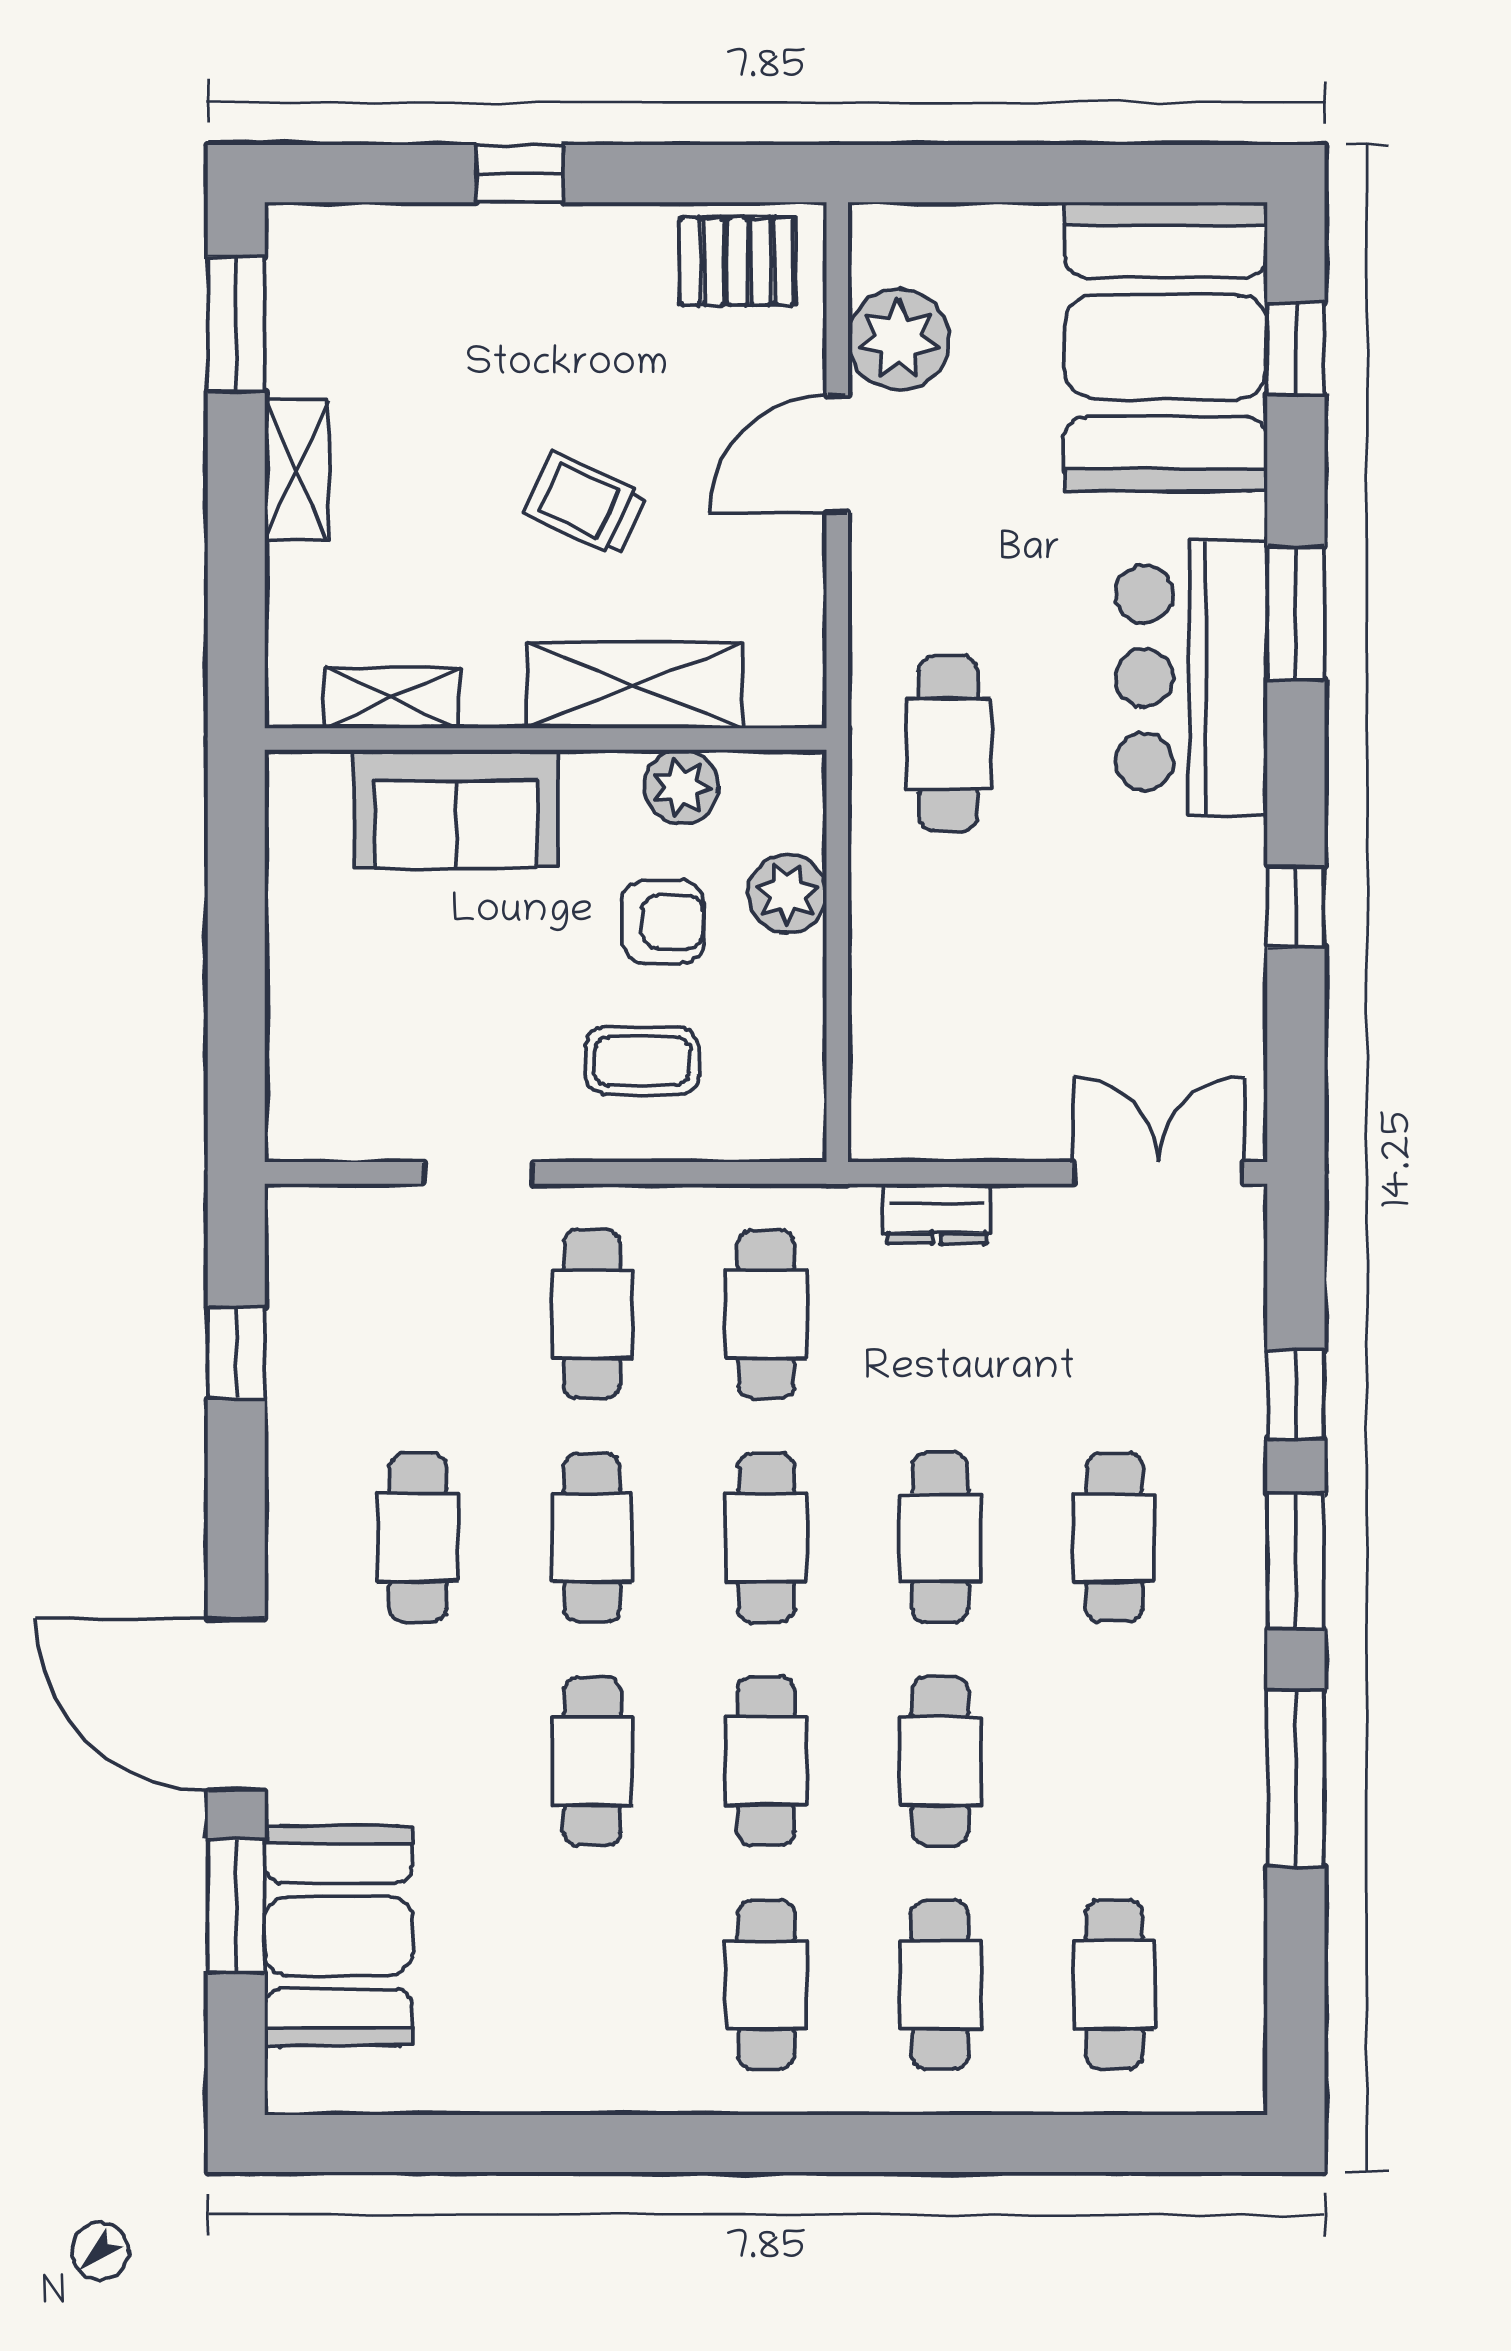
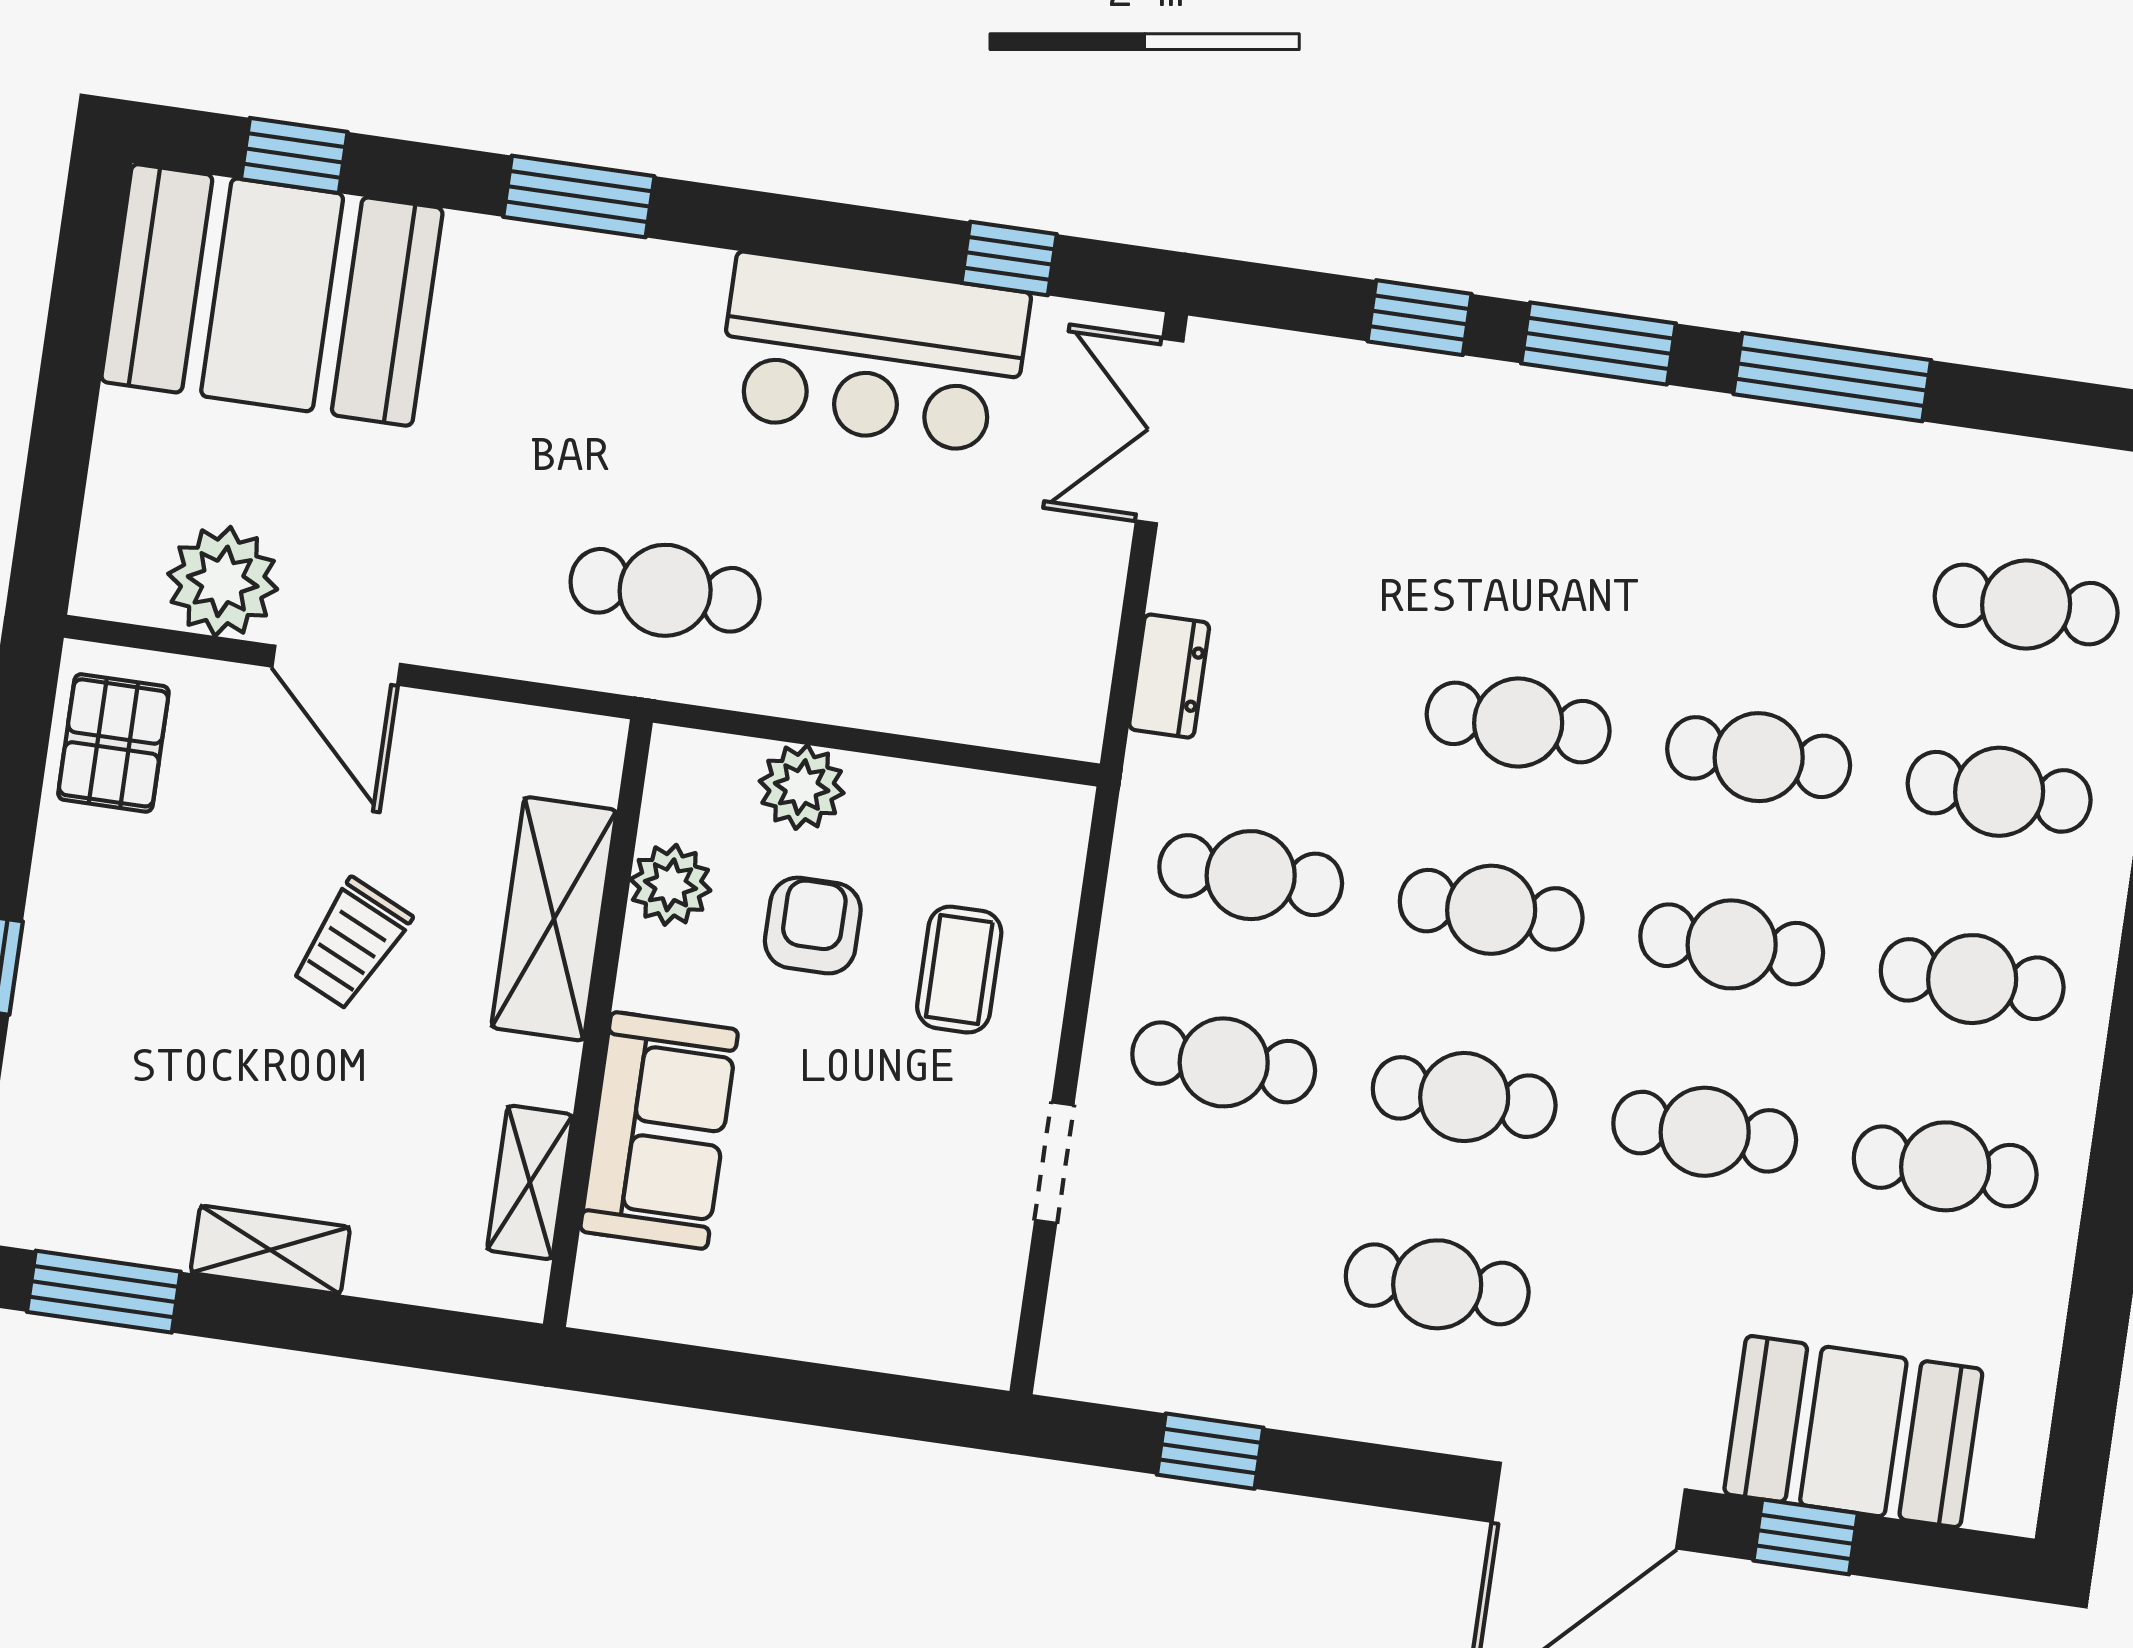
bar counter: (1191, 678) -> (873, 354), moved
window: (1296, 907) -> (1009, 258), moved
cafe table: (1114, 1538) -> (1945, 1166), moved
window: (236, 1906) -> (1806, 1537), width x0.67

